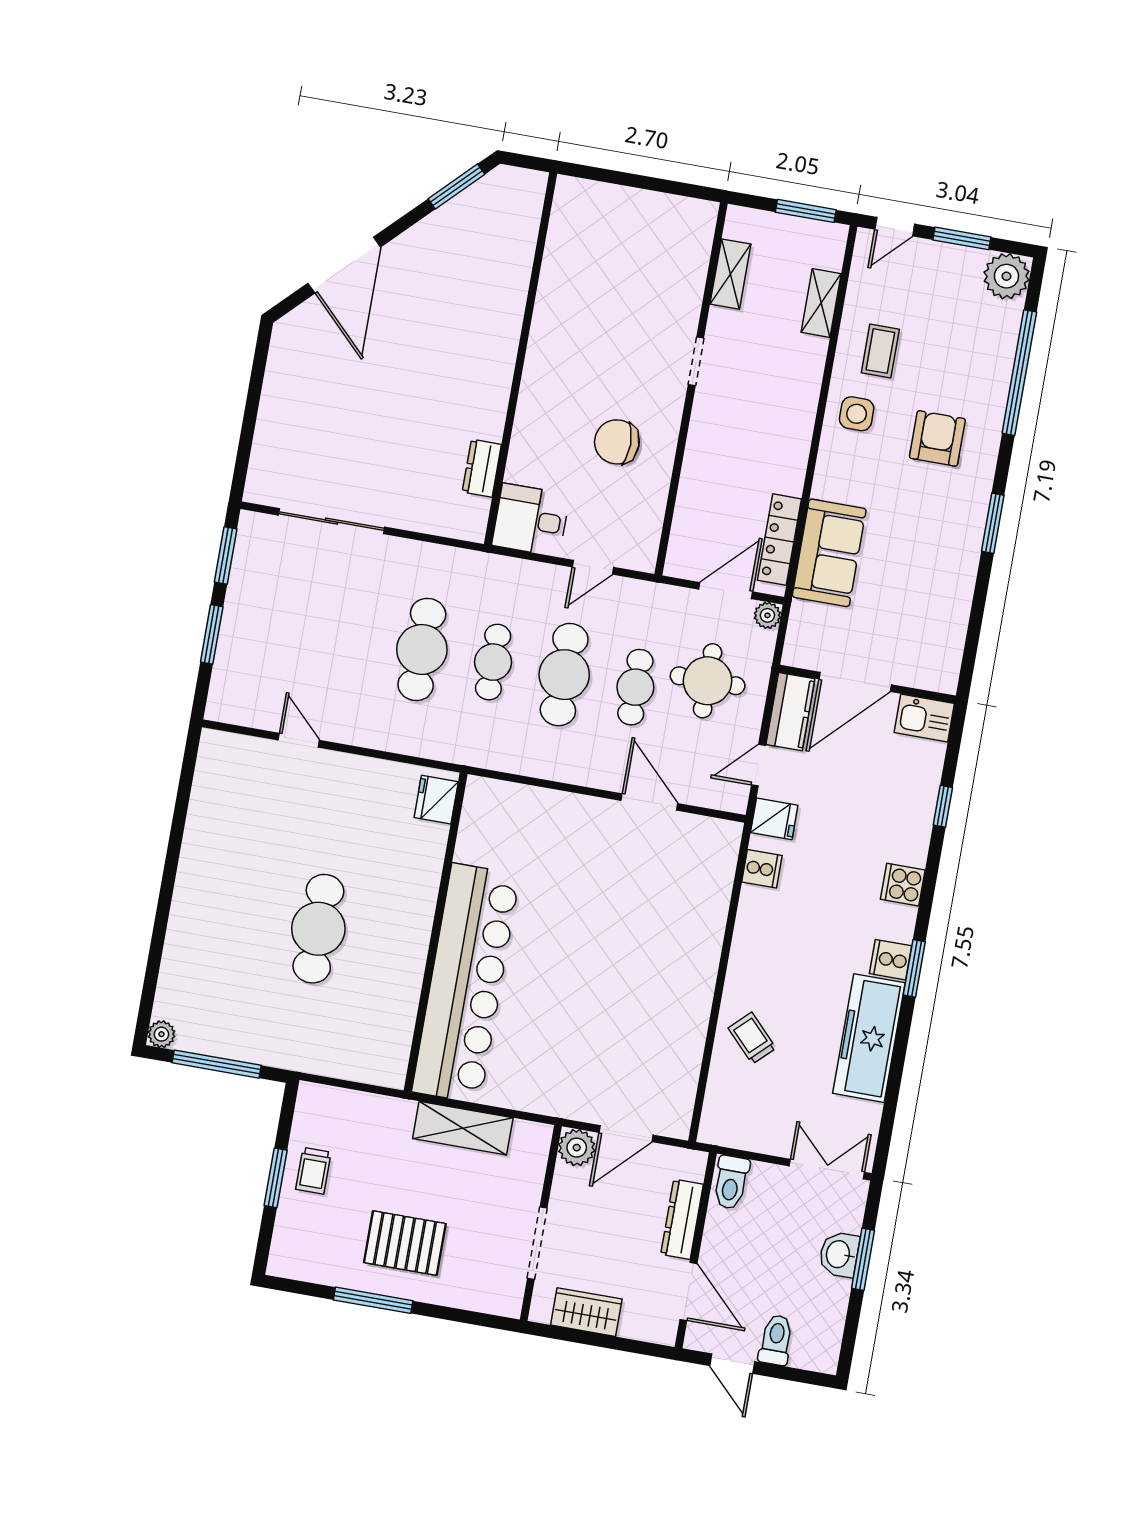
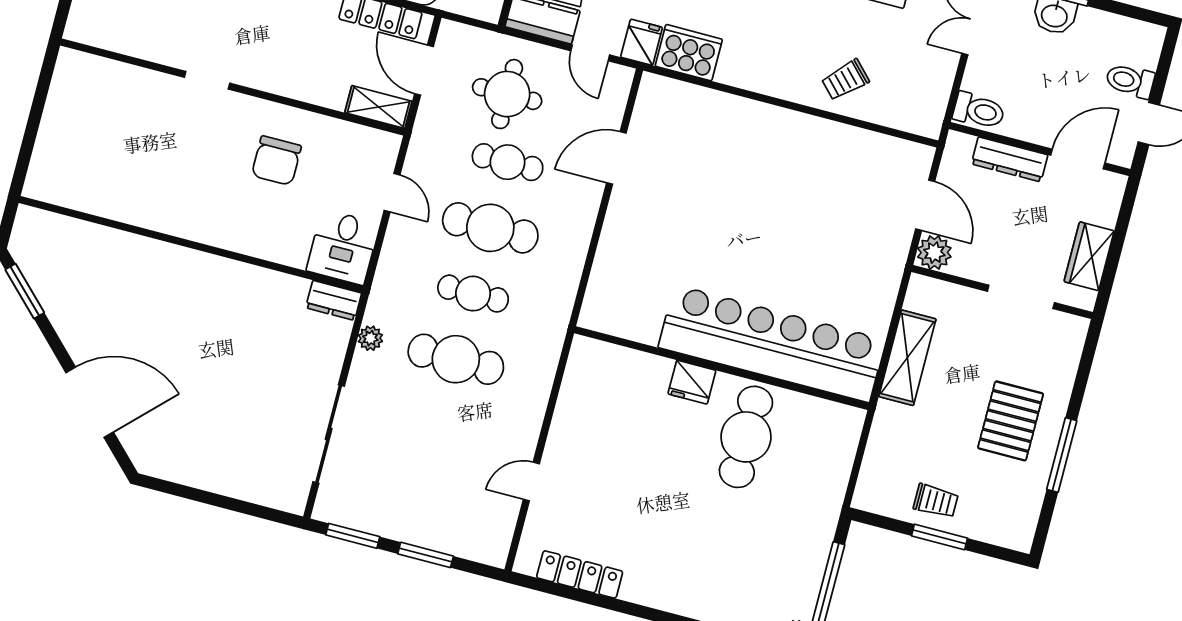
shelving: (730, 274) -> (378, 107), moved
dresser: (482, 468) -> (334, 300), moved
plant: (767, 615) -> (370, 338), moved
locker: (204, 800) -> (580, 574), added
fridge: (436, 800) -> (692, 382), moved
cooker: (762, 869) -> (689, 53), width x1.87, depth x1.31
cafe table: (318, 929) -> (746, 437), moved, turned 90

